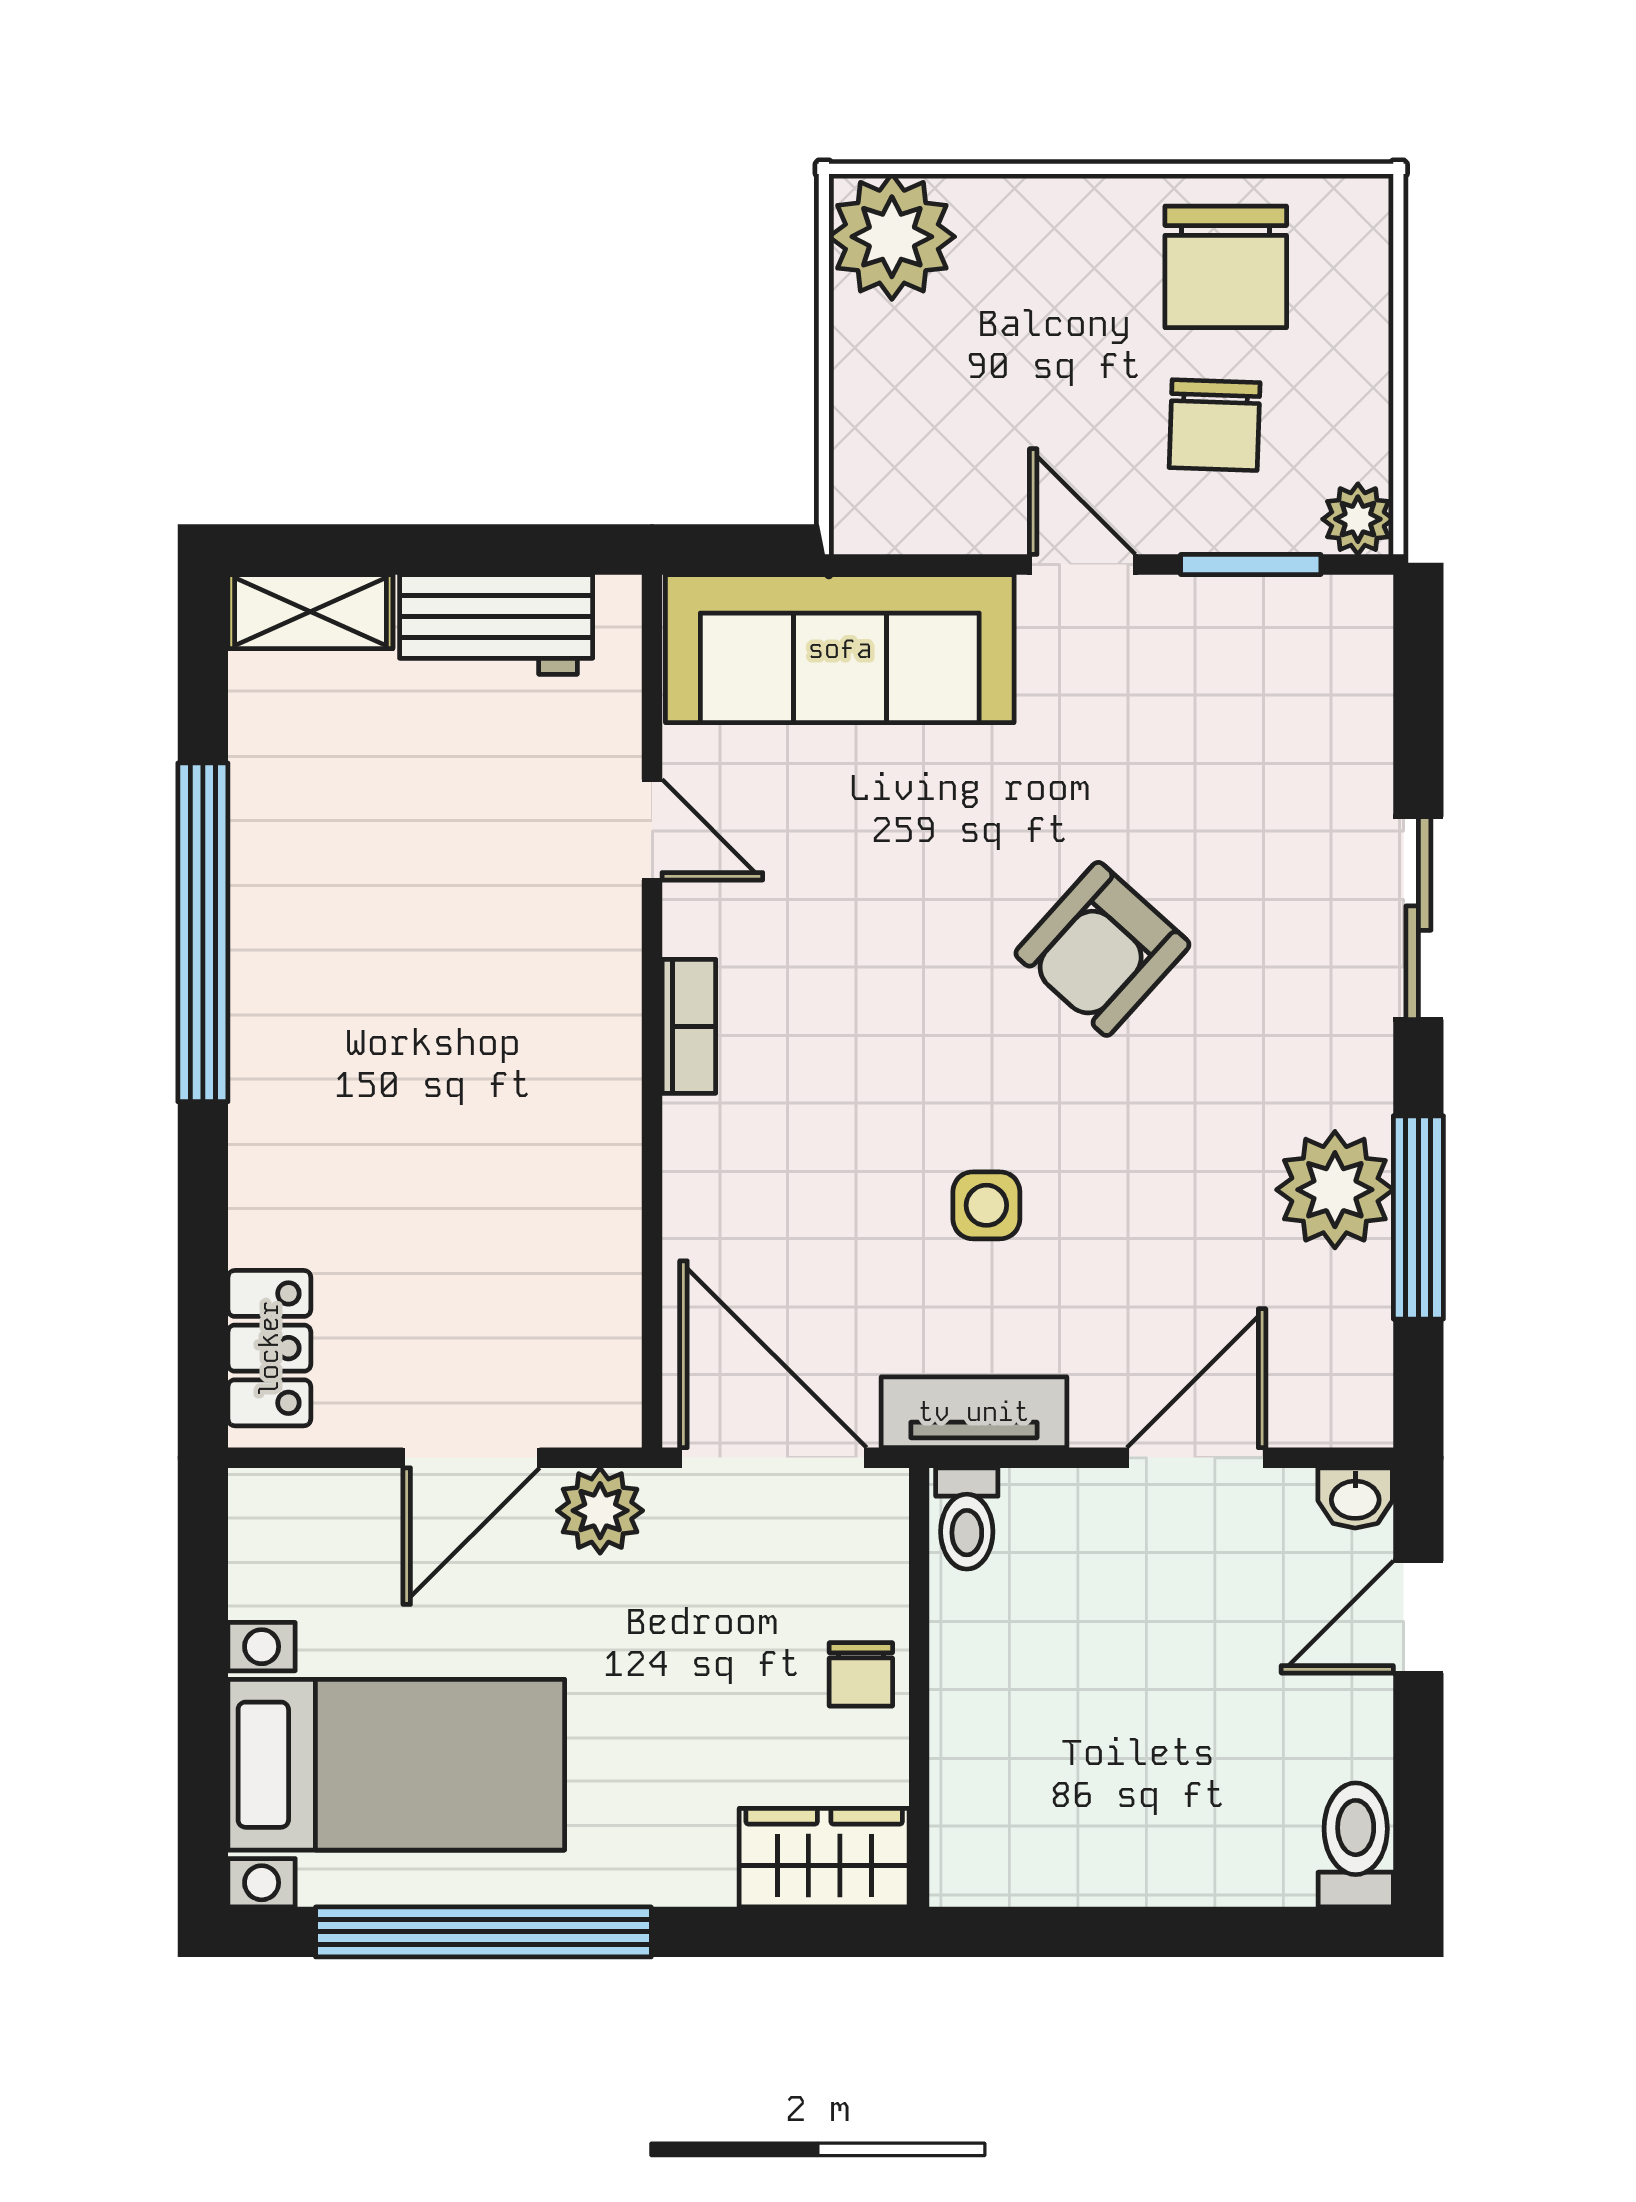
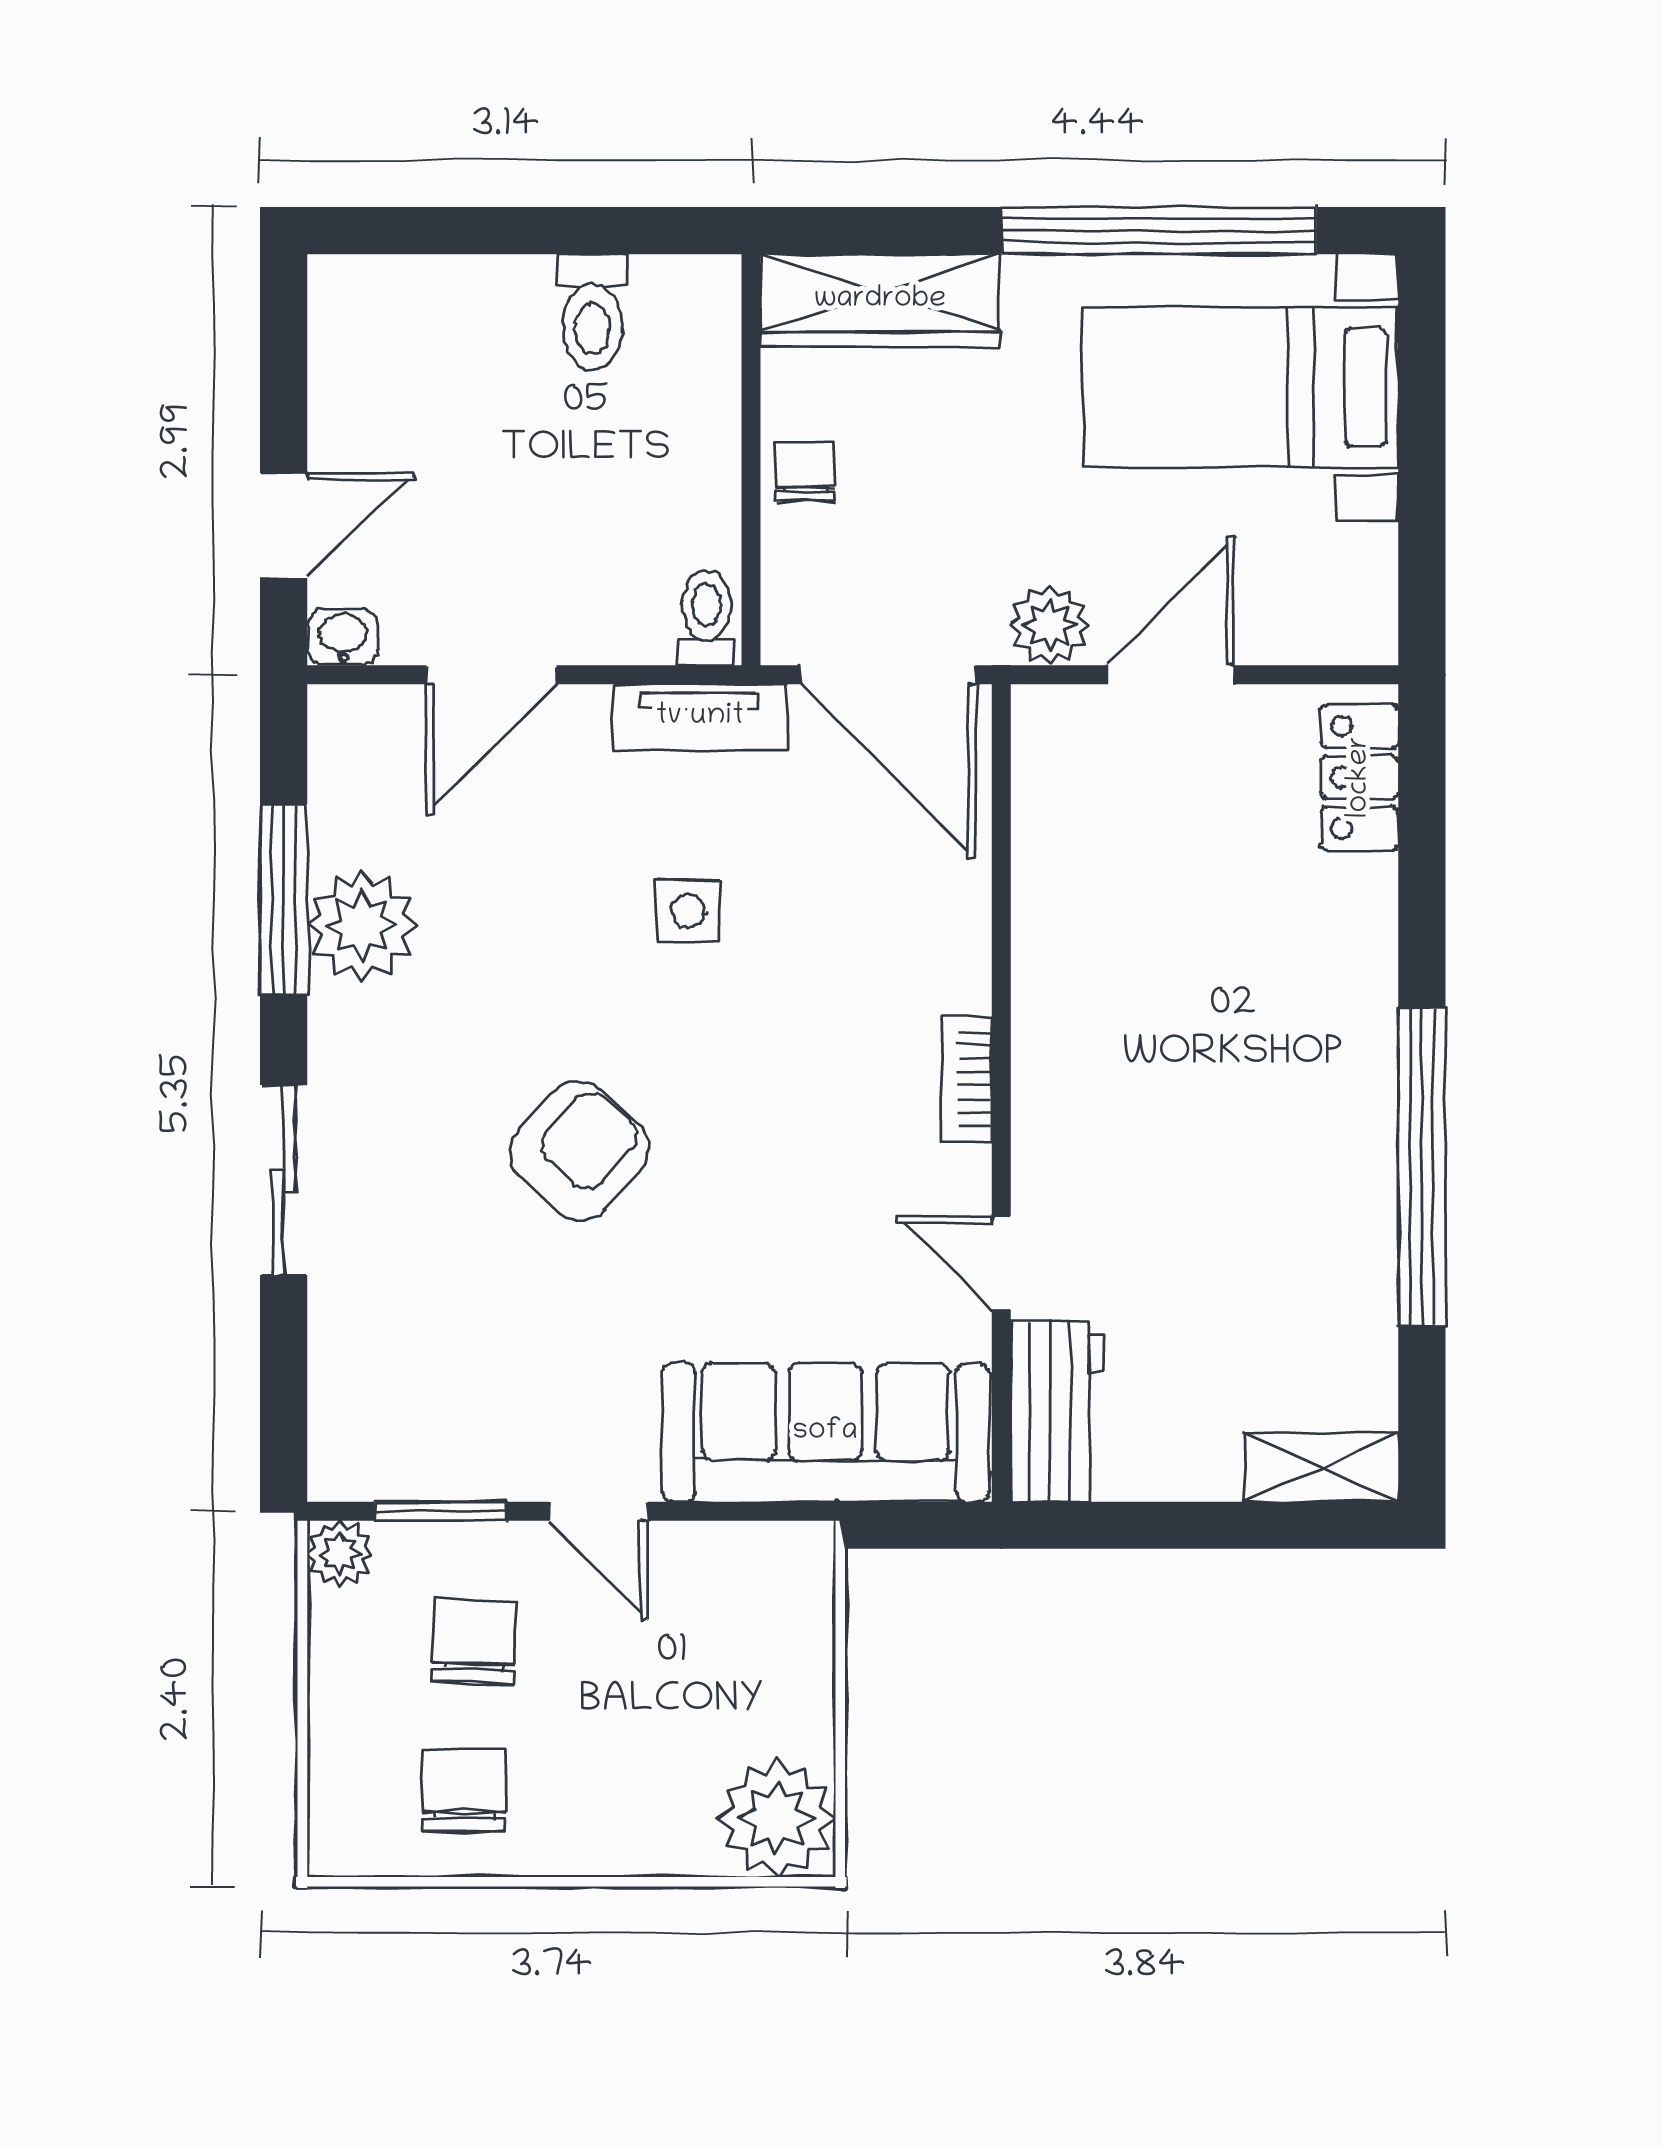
chair: (1226, 267) -> (464, 1790), width x0.73, depth x0.73
workbench: (496, 624) -> (1057, 1411), moved, turned 90
toilet: (1356, 1845) -> (592, 312), moved
wardrobe: (824, 1858) -> (880, 300), width x1.50

